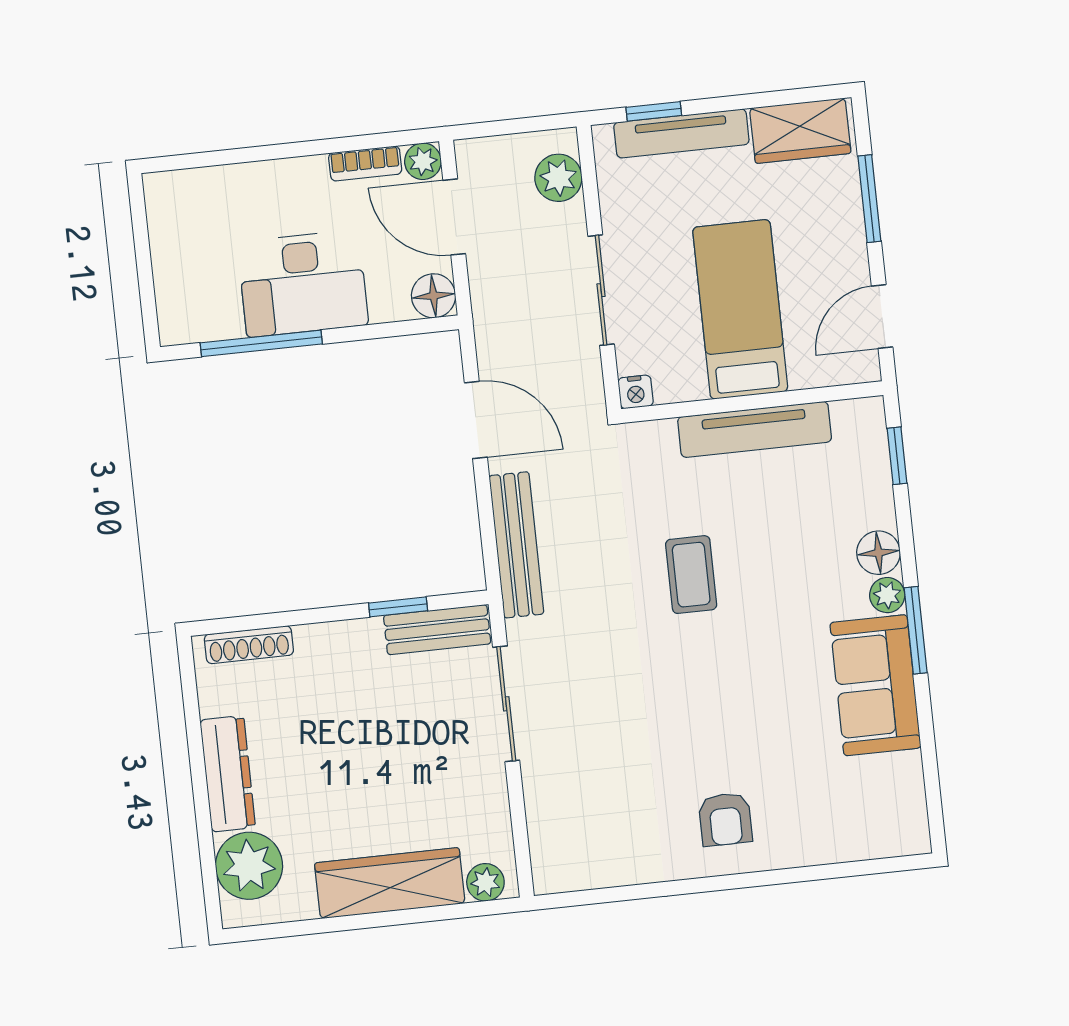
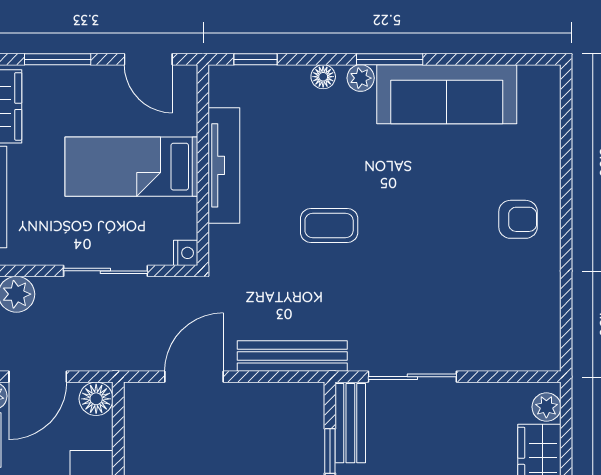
floor lamp: (878, 553) -> (323, 77), width x0.73, depth x0.73
sofa: (875, 685) -> (447, 94), width x1.36

